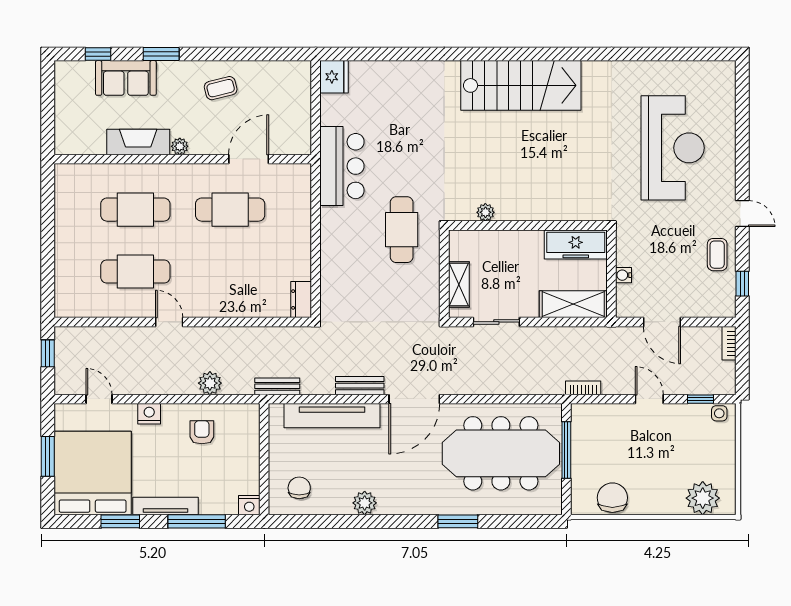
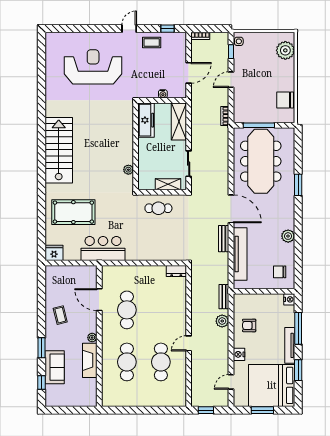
pool table: (408, 112) -> (73, 212), added
cafe table: (402, 230) -> (158, 208), moved, width x0.73, depth x0.74
bench: (277, 386) -> (224, 297), moved

